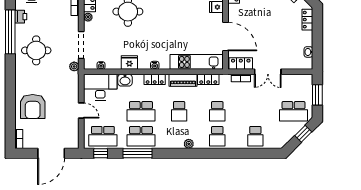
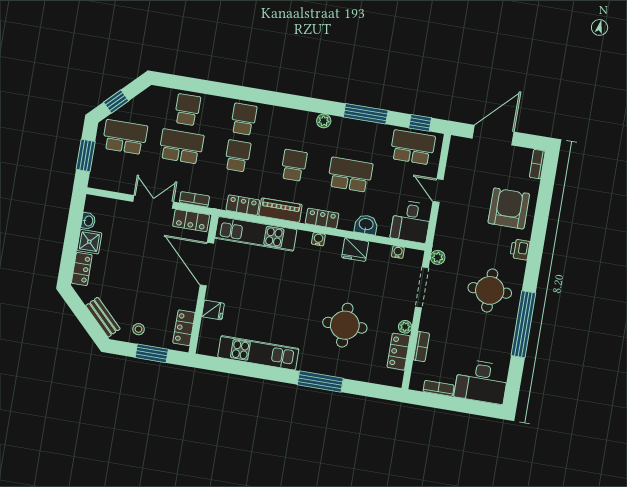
printer: (21, 17) -> (520, 249), moved
shower: (305, 38) -> (89, 242), added
desk: (100, 87) -> (411, 222), width x0.73
school desk: (141, 136) -> (181, 146), moved
plant: (189, 144) -> (324, 121), moved

